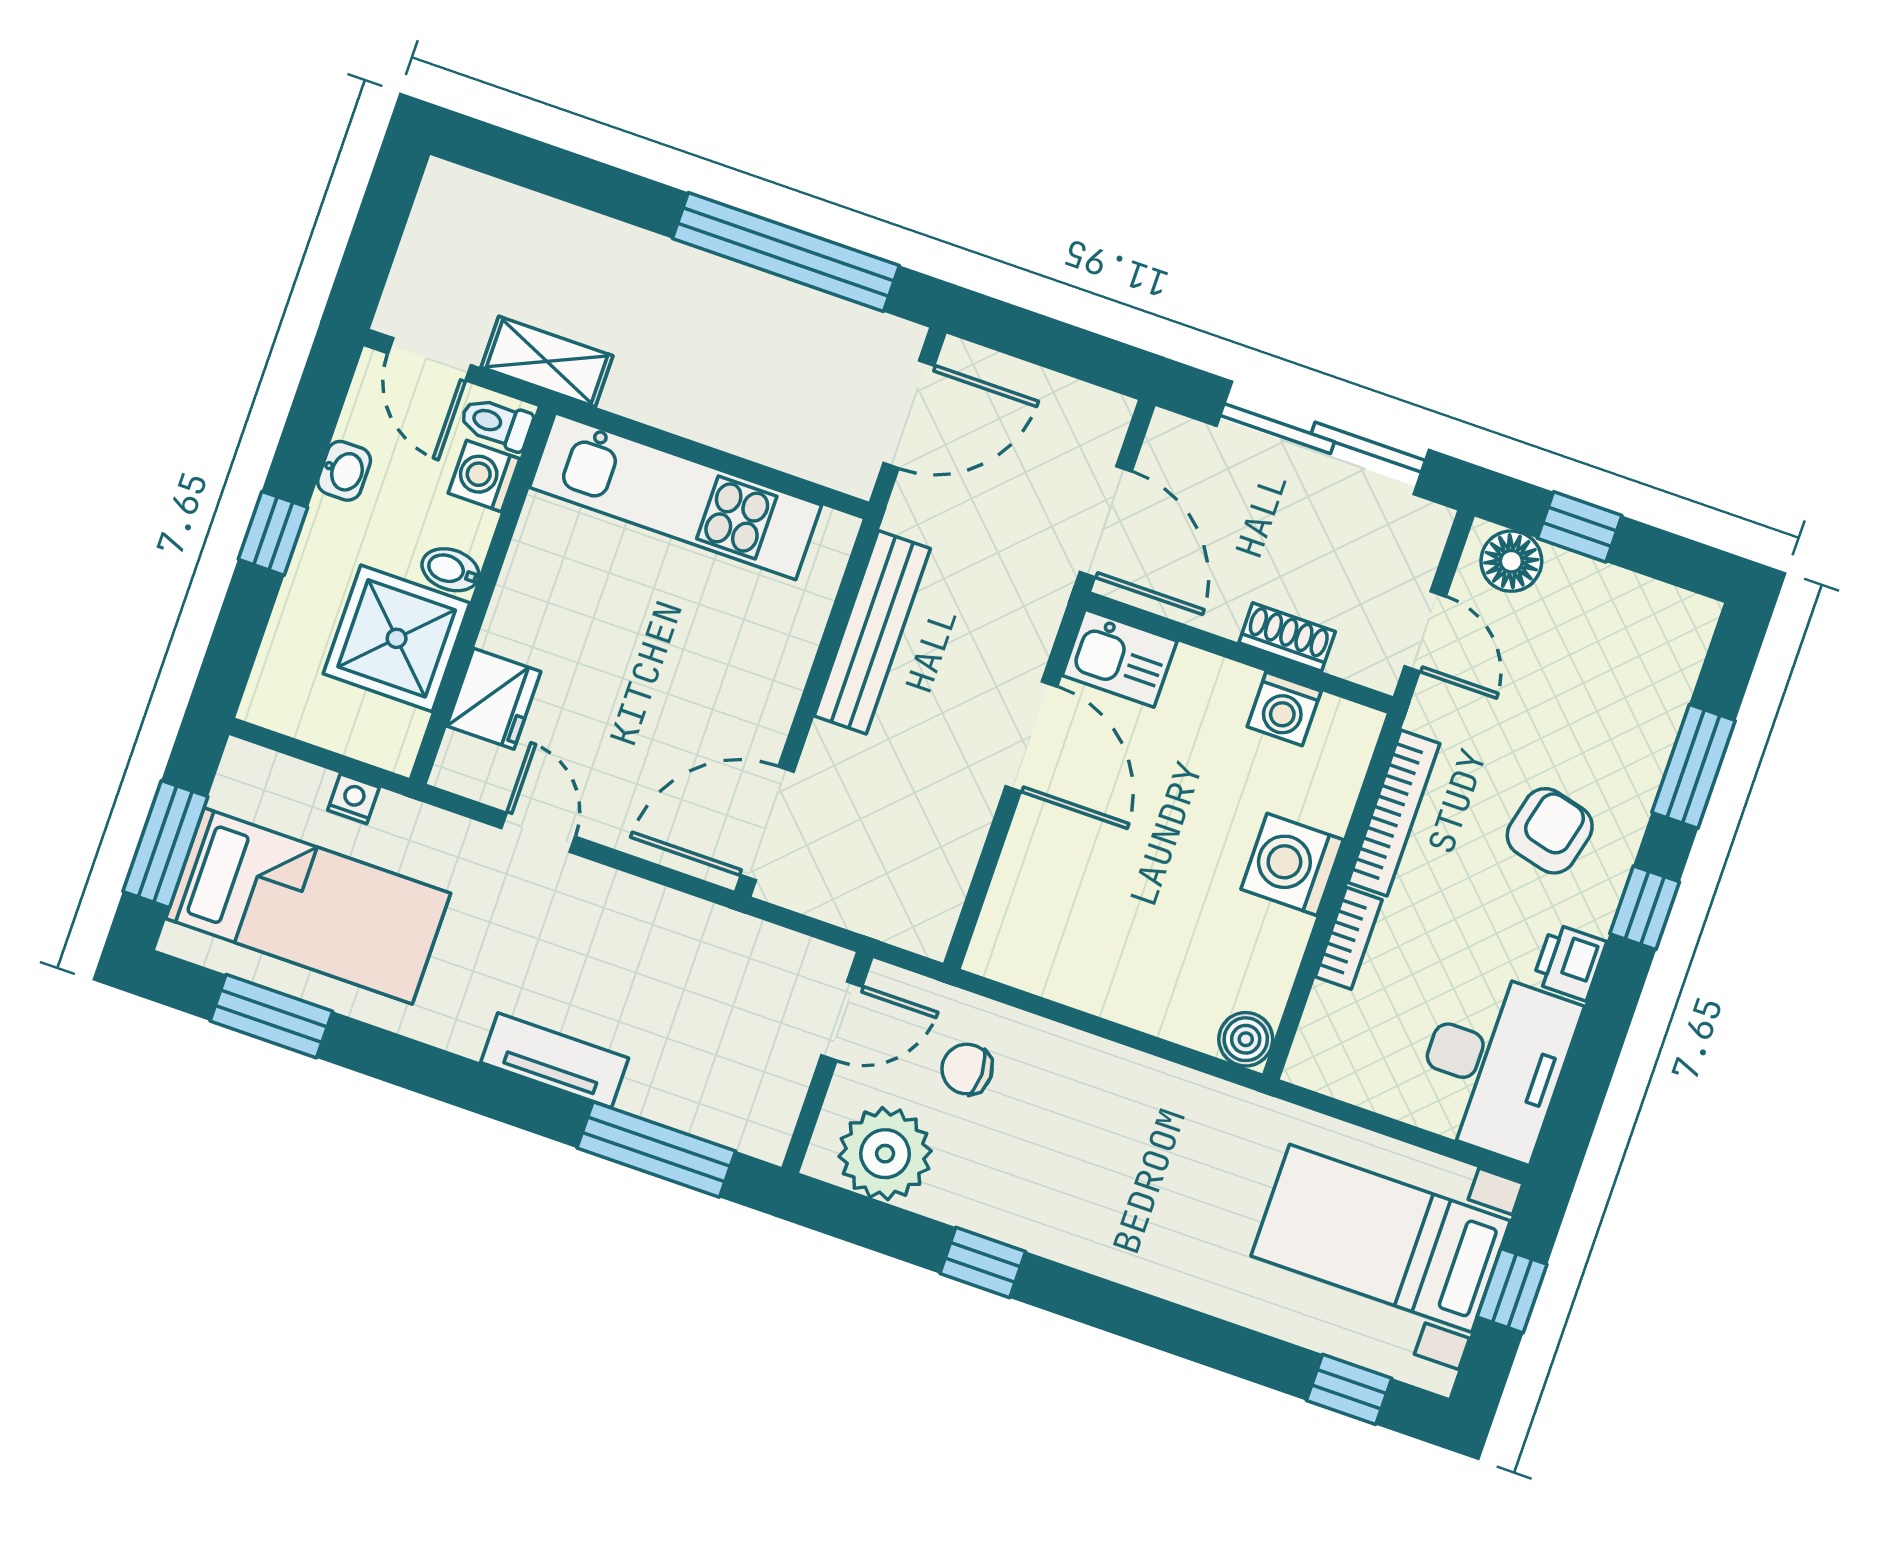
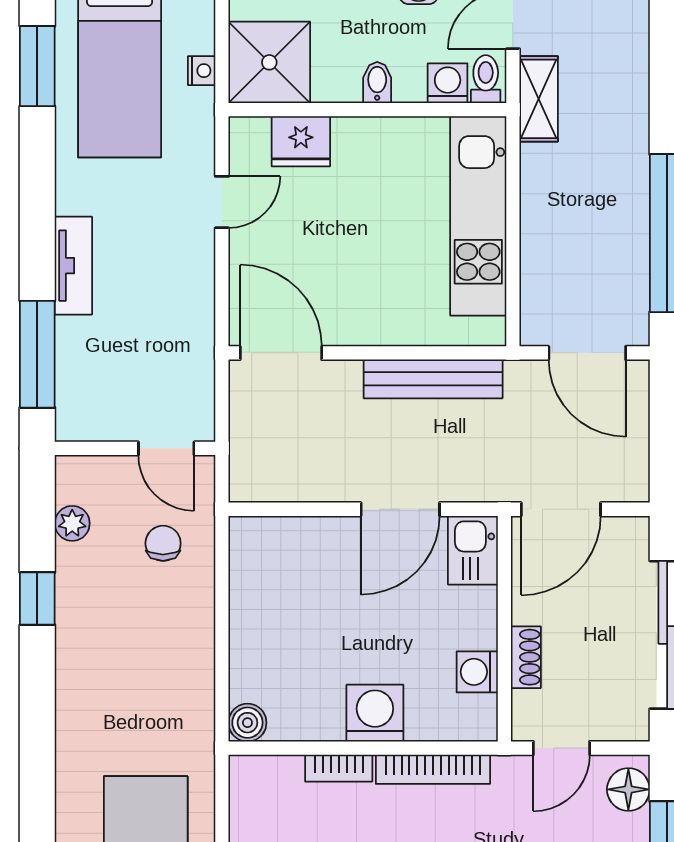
shower: (397, 638) -> (269, 62), moved
plant: (885, 1154) -> (72, 523), width x0.53, depth x0.53

